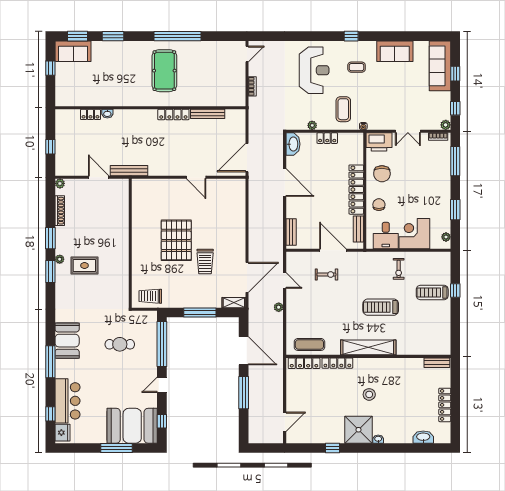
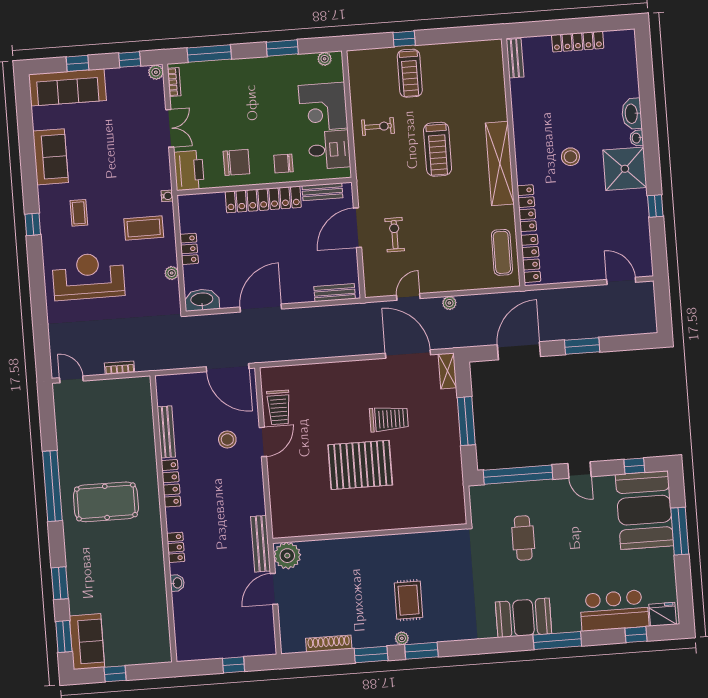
locker: (90, 114) -> (176, 547), moved
stool: (200, 154) -> (227, 439), added
plant: (60, 183) -> (287, 556), moved, width x1.88, depth x1.88
trolley: (150, 296) -> (279, 407), moved
window: (244, 393) -> (582, 346), width x0.69
washbasin: (423, 437) -> (632, 114), moved

